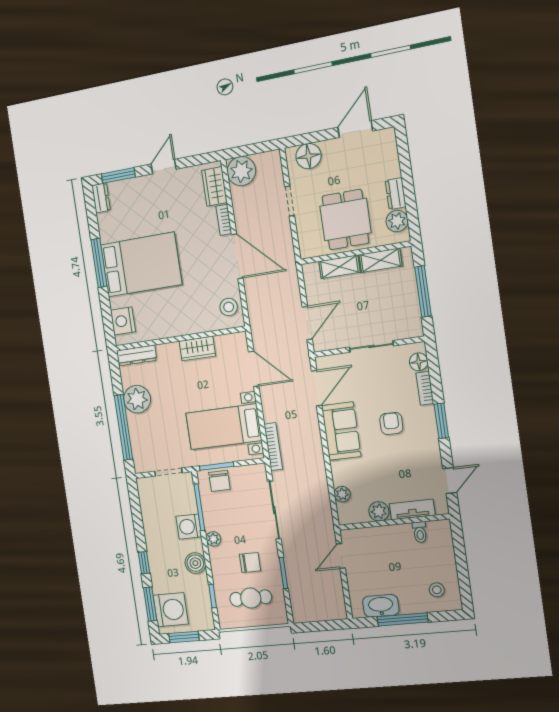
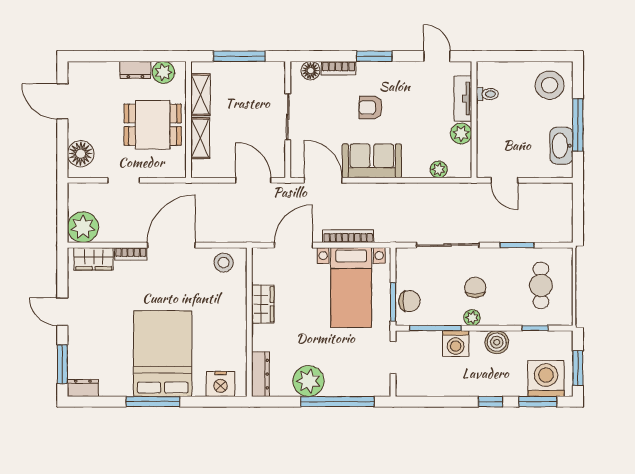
bookcase: (273, 447) -> (348, 236), moved
chair: (250, 563) -> (475, 287), moved
stool: (437, 590) -> (550, 85), width x1.89, depth x1.89

